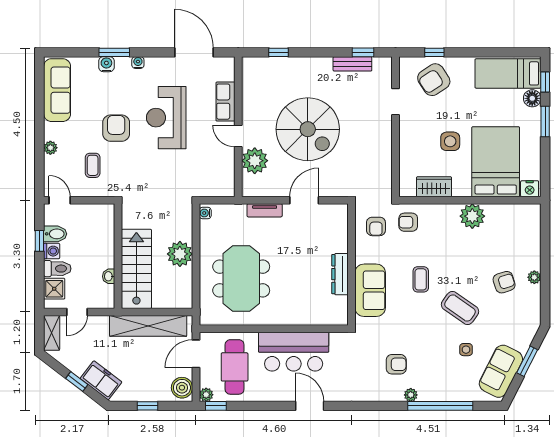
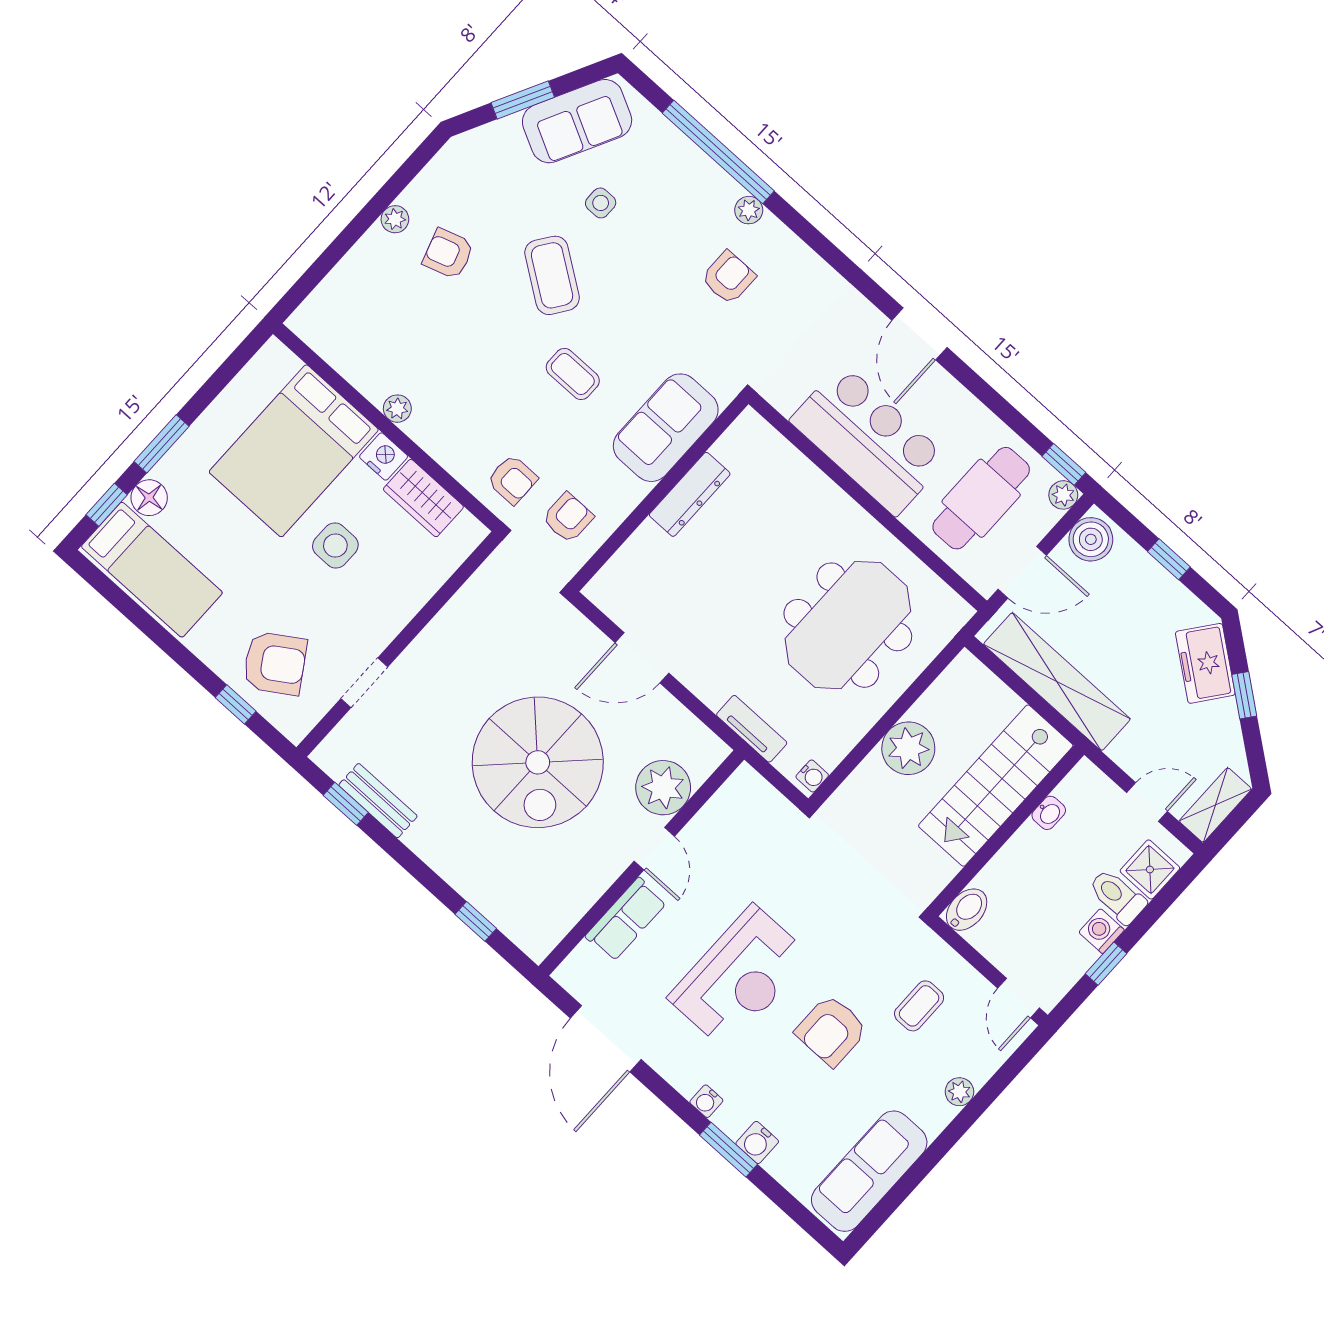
spiral stairs: (308, 129) -> (538, 762), turned 180
nightstand: (530, 189) -> (384, 457), moved
tv unit: (265, 210) -> (752, 729), moved
plant: (472, 216) -> (397, 409), width x0.53, depth x0.53
bidet: (55, 234) -> (967, 910), moved, turned 90
coffee table: (421, 279) -> (573, 374), turned 90
armchair: (396, 364) -> (728, 277), turned 90

